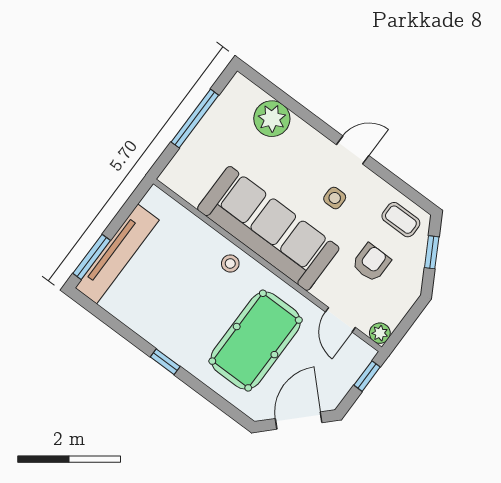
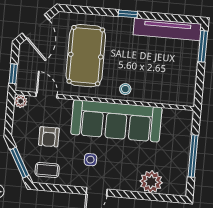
window: (432, 252) -> (20, 163), width x1.50
tv unit: (117, 254) -> (167, 29), moved, turned -90

